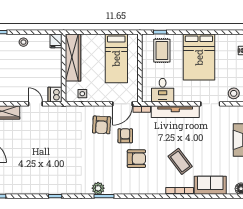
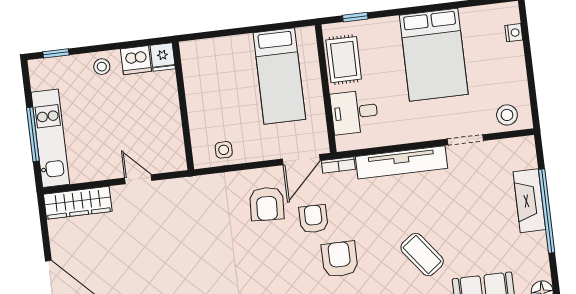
rug: (162, 51) -> (344, 60), moved
wardrobe: (73, 57) -> (198, 84), removed
desk: (163, 90) -> (354, 112), moved, turned 90
dishwasher: (55, 95) -> (136, 60), moved, turned -90
armchair: (136, 159) -> (340, 259), turned -90

